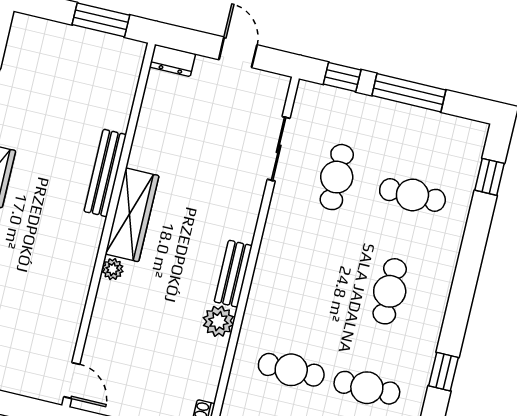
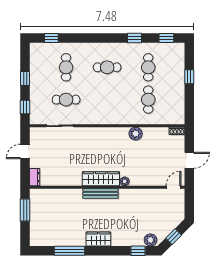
window: (409, 93) -> (25, 79), width x0.46
bench: (105, 173) -> (101, 194), moved
bench: (233, 274) -> (115, 132), removed

